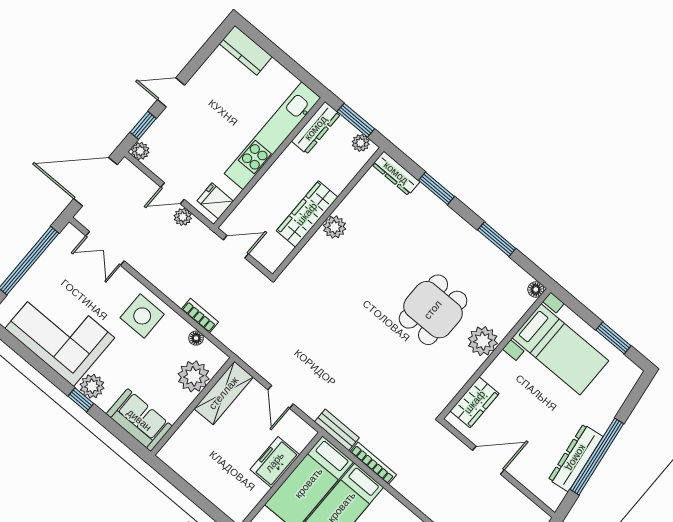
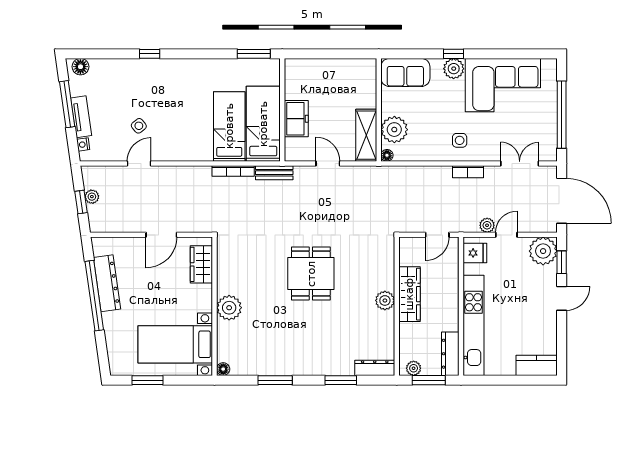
plant: (140, 151) -> (543, 251), width x1.88, depth x1.88
door: (96, 182) -> (562, 201), hinge flipped
dining table: (433, 310) -> (311, 274), moved
side table: (142, 316) -> (460, 140), width x0.54, depth x0.54
bookcase: (200, 316) -> (468, 172), moved
floor lamp: (196, 338) -> (387, 155), moved

